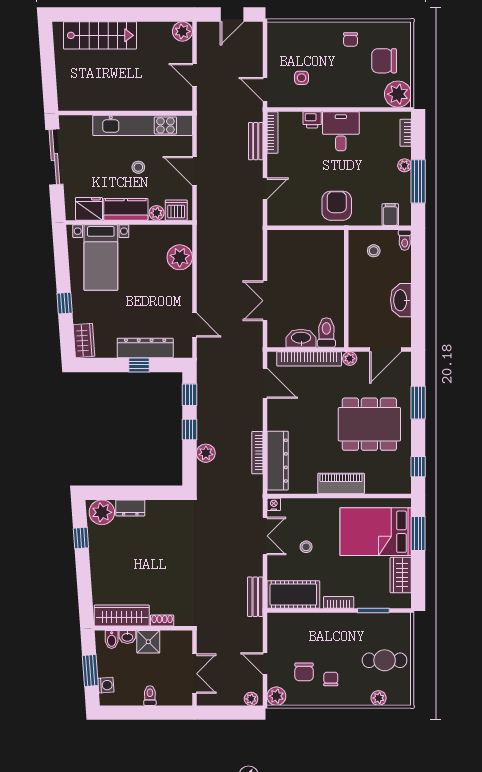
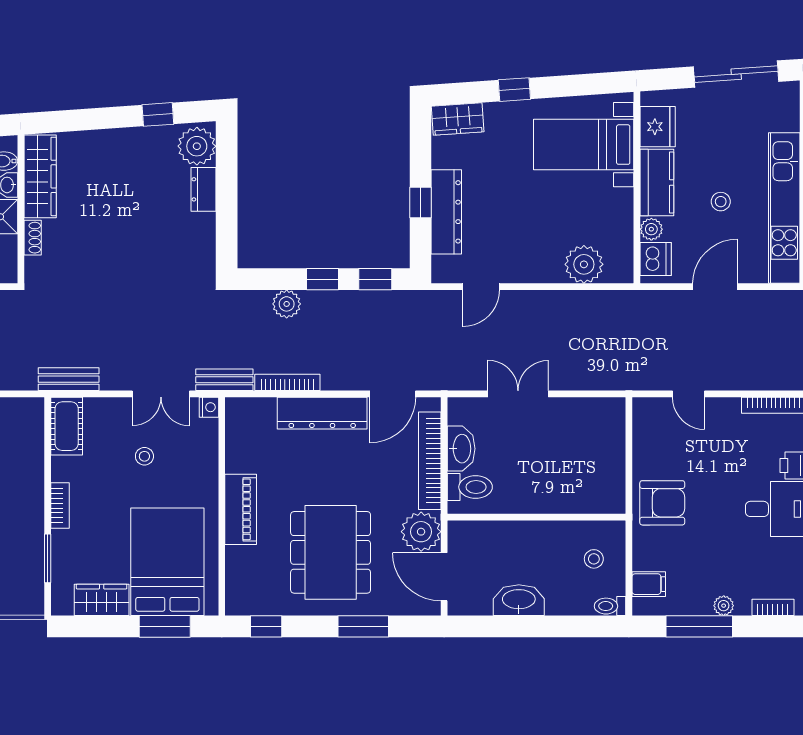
bench: (256, 141) -> (224, 380), moved
plant: (350, 359) -> (421, 532), width x1.88, depth x1.88
dresser: (278, 461) -> (322, 413), moved
cot: (293, 595) -> (67, 426), width x0.73, depth x0.75

